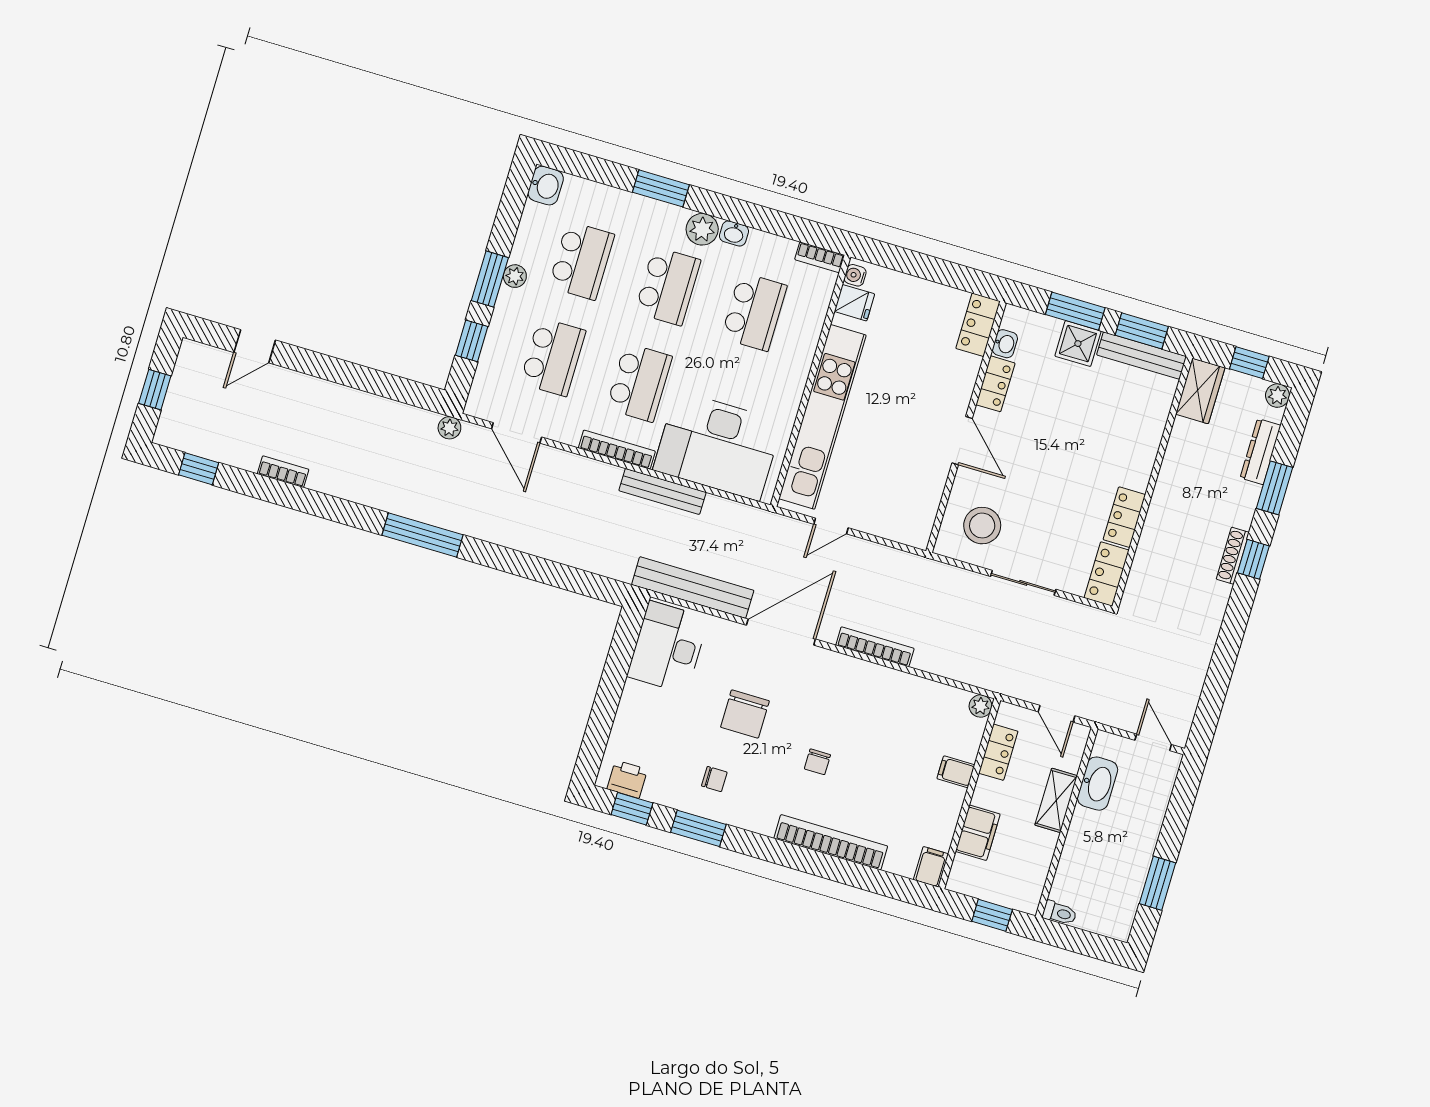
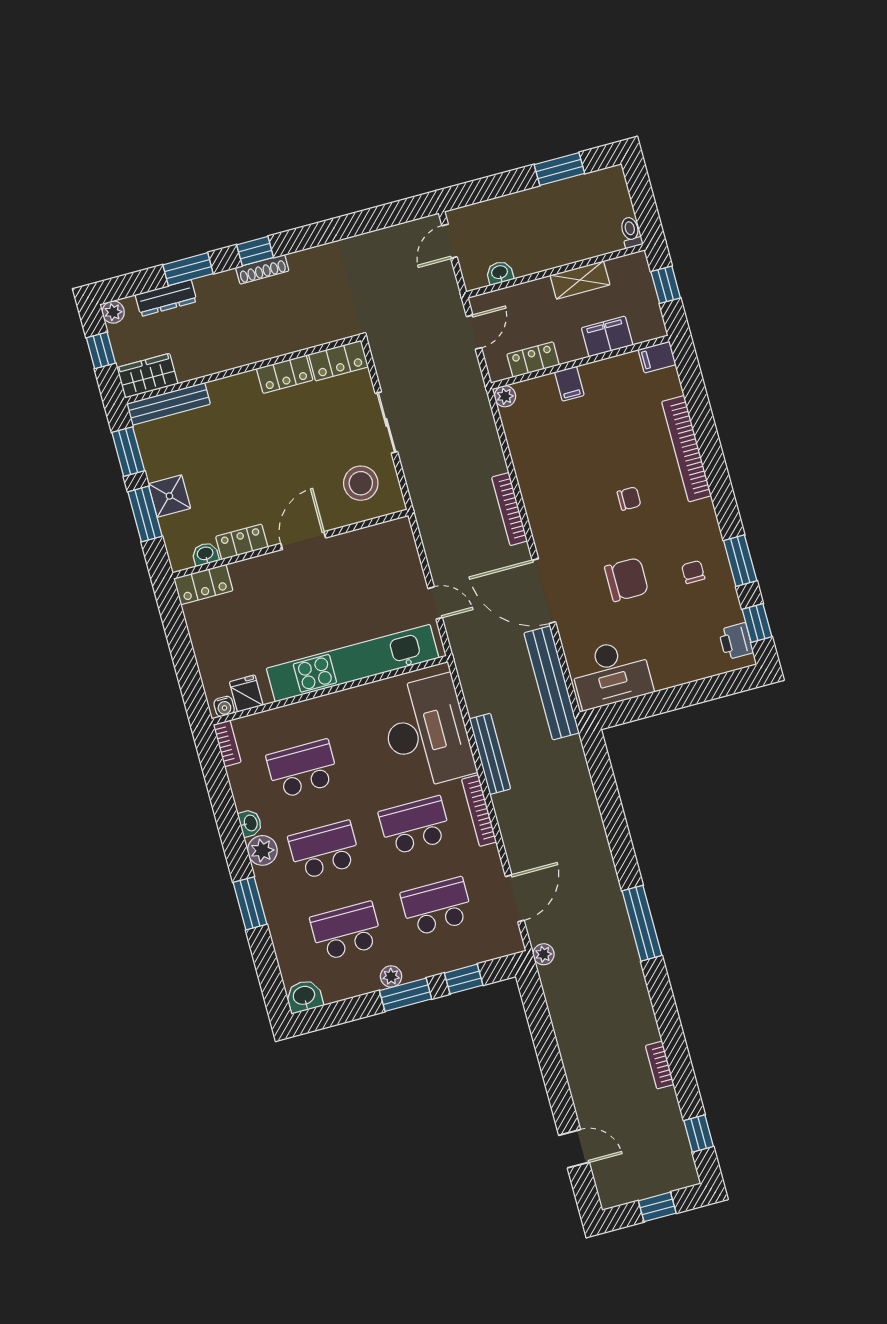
bench: (1142, 356) -> (168, 404), moved, turned 90
washbasin: (1098, 784) -> (500, 273), width x0.52, depth x0.69
shelving: (1056, 800) -> (580, 280), moved

